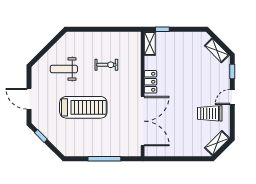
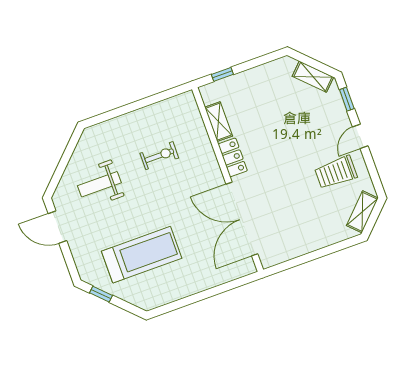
shelving: (150, 43) -> (219, 122), moved
door: (29, 99) -> (57, 227), moved
treadmill: (83, 107) -> (142, 255), moved
double door: (143, 121) -> (242, 219), swing flipped
window: (104, 159) -> (206, 294), removed

